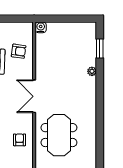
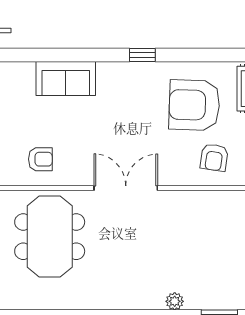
meeting table: (59, 135) -> (50, 237), turned 90

